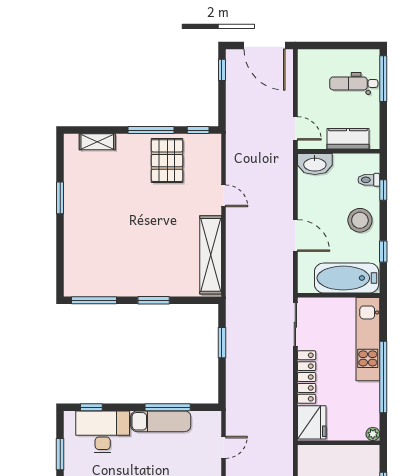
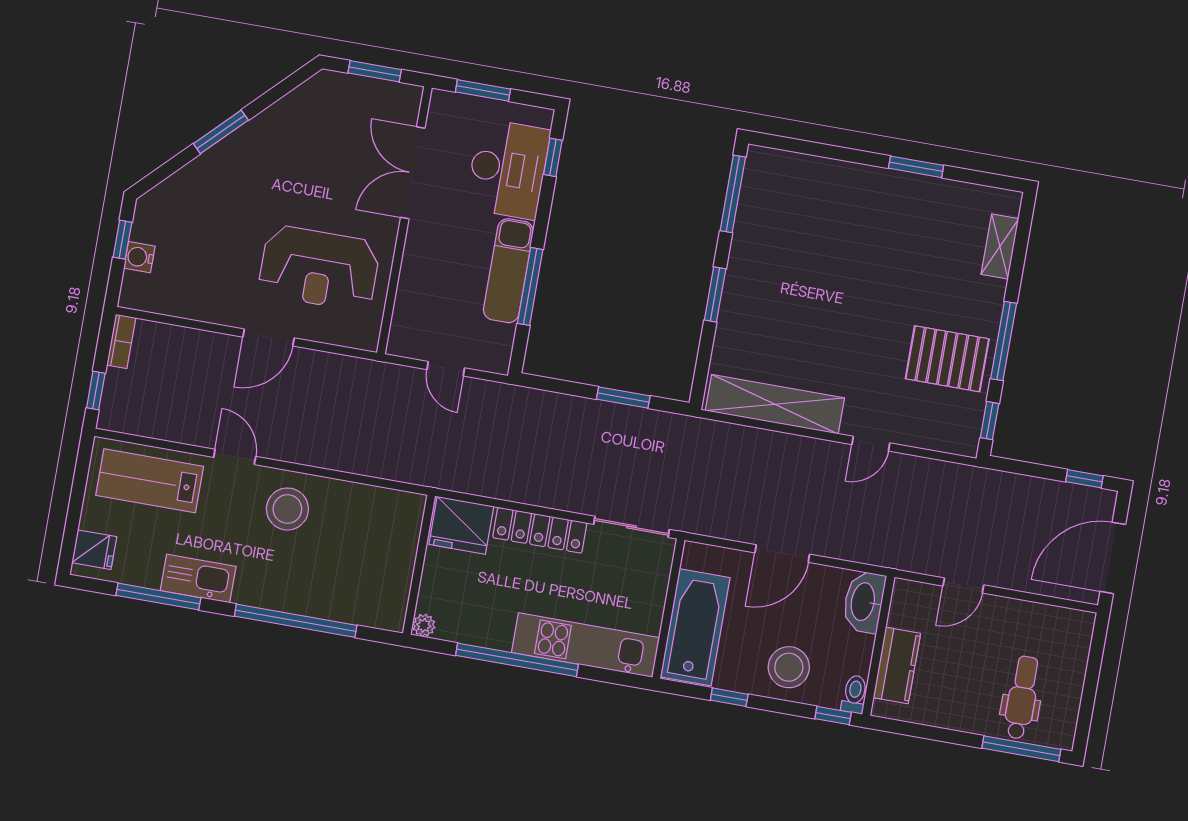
kitchen counter: (348, 139) -> (897, 665), moved
wall: (339, 151) -> (878, 646), moved
washbasin: (315, 164) -> (864, 602), moved

